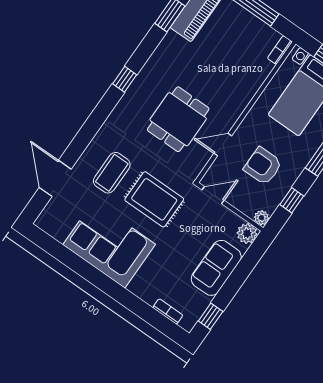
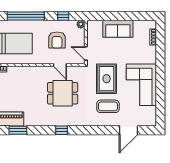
plant: (247, 234) -> (93, 26), removed
window: (211, 316) -> (142, 16), removed

